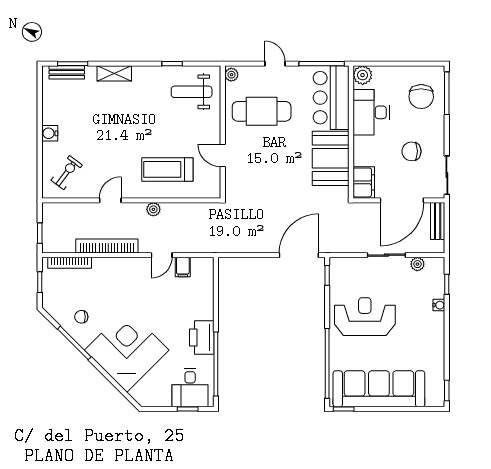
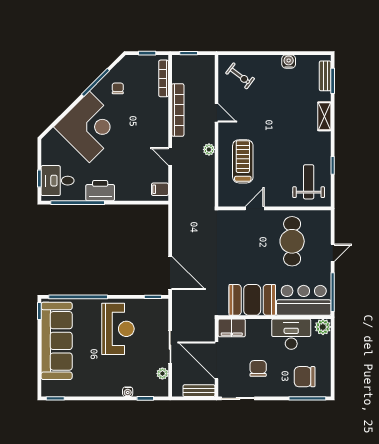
plant: (231, 75) -> (323, 216), removed
water cooler: (50, 133) -> (289, 62), moved
filing cabinet: (183, 267) -> (160, 189), moved

